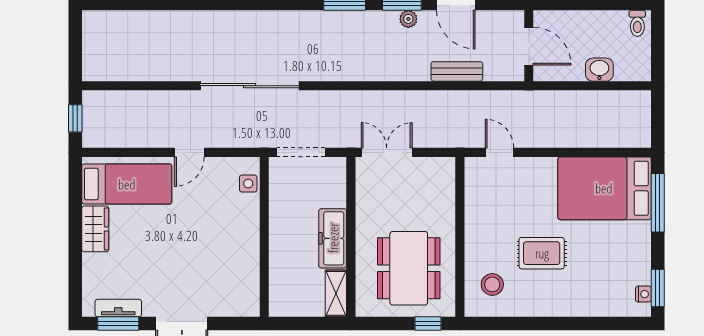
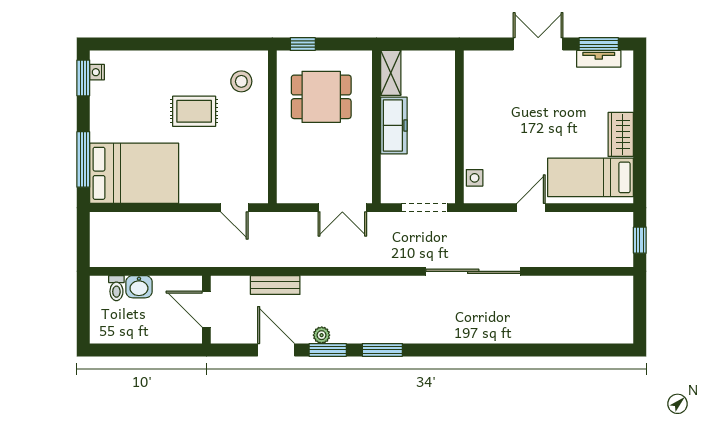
toilet: (637, 23) -> (116, 288), moved, turned 180
dining table: (409, 268) -> (321, 97), width x0.73

